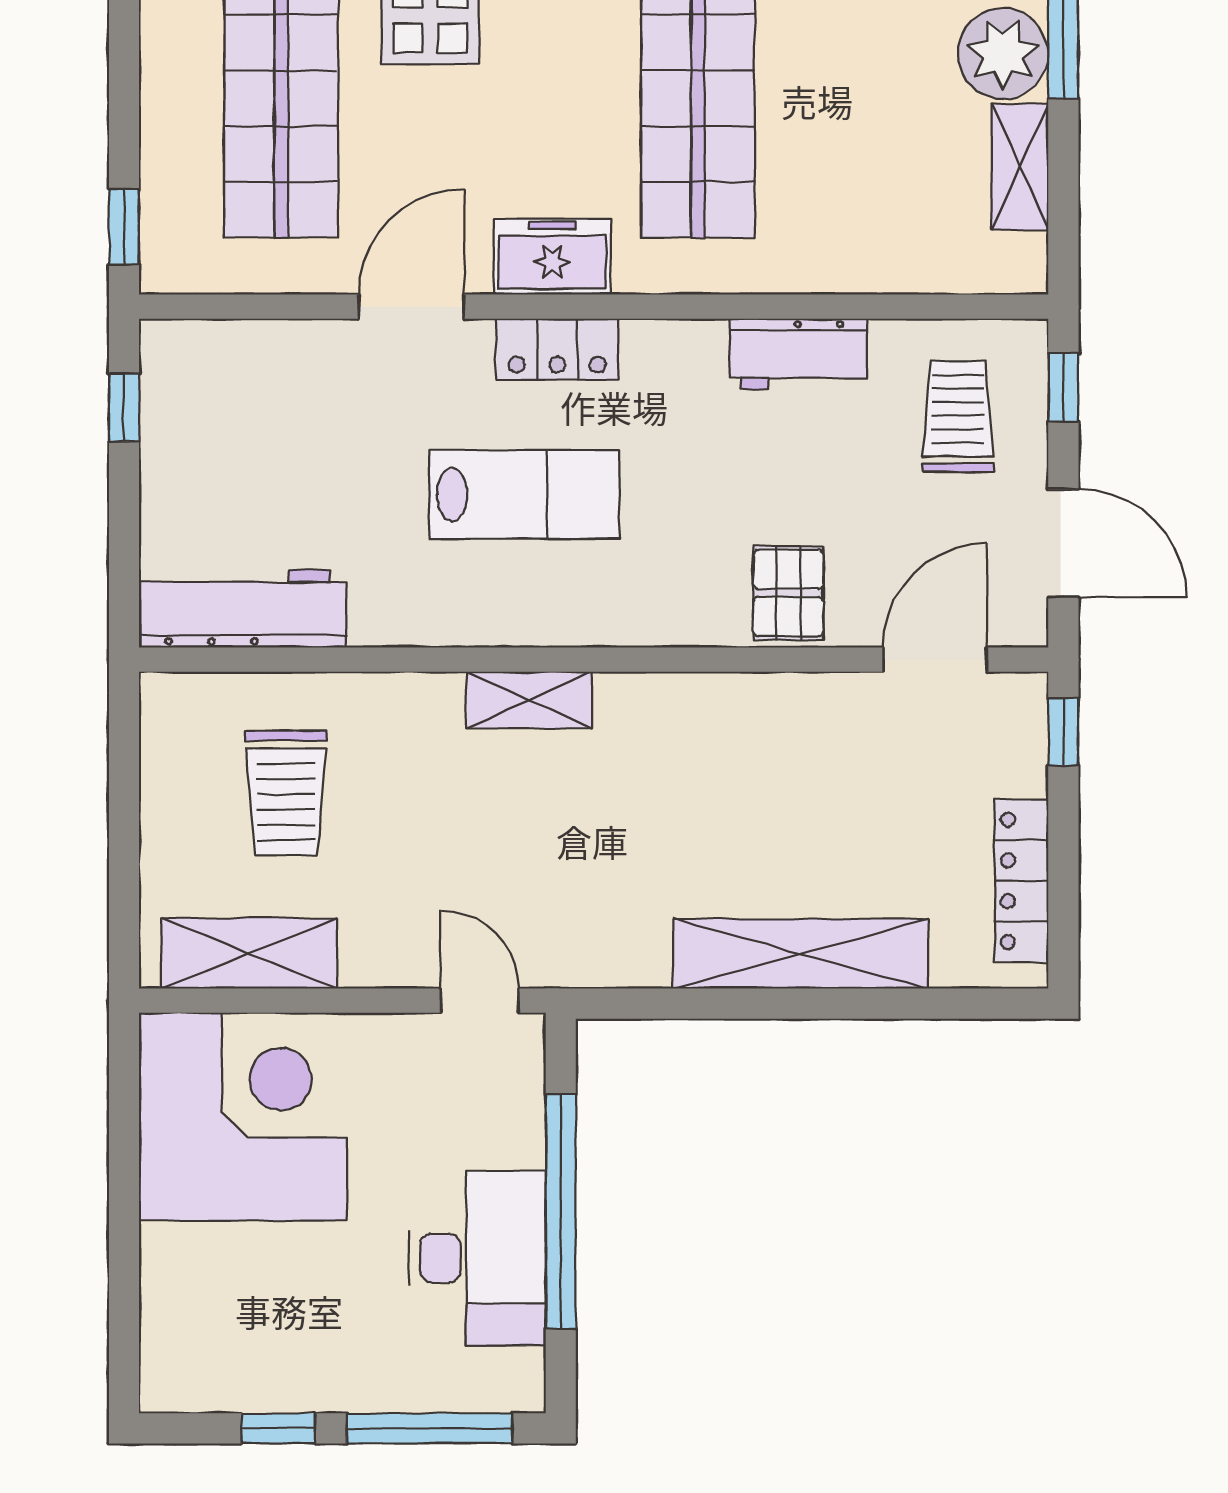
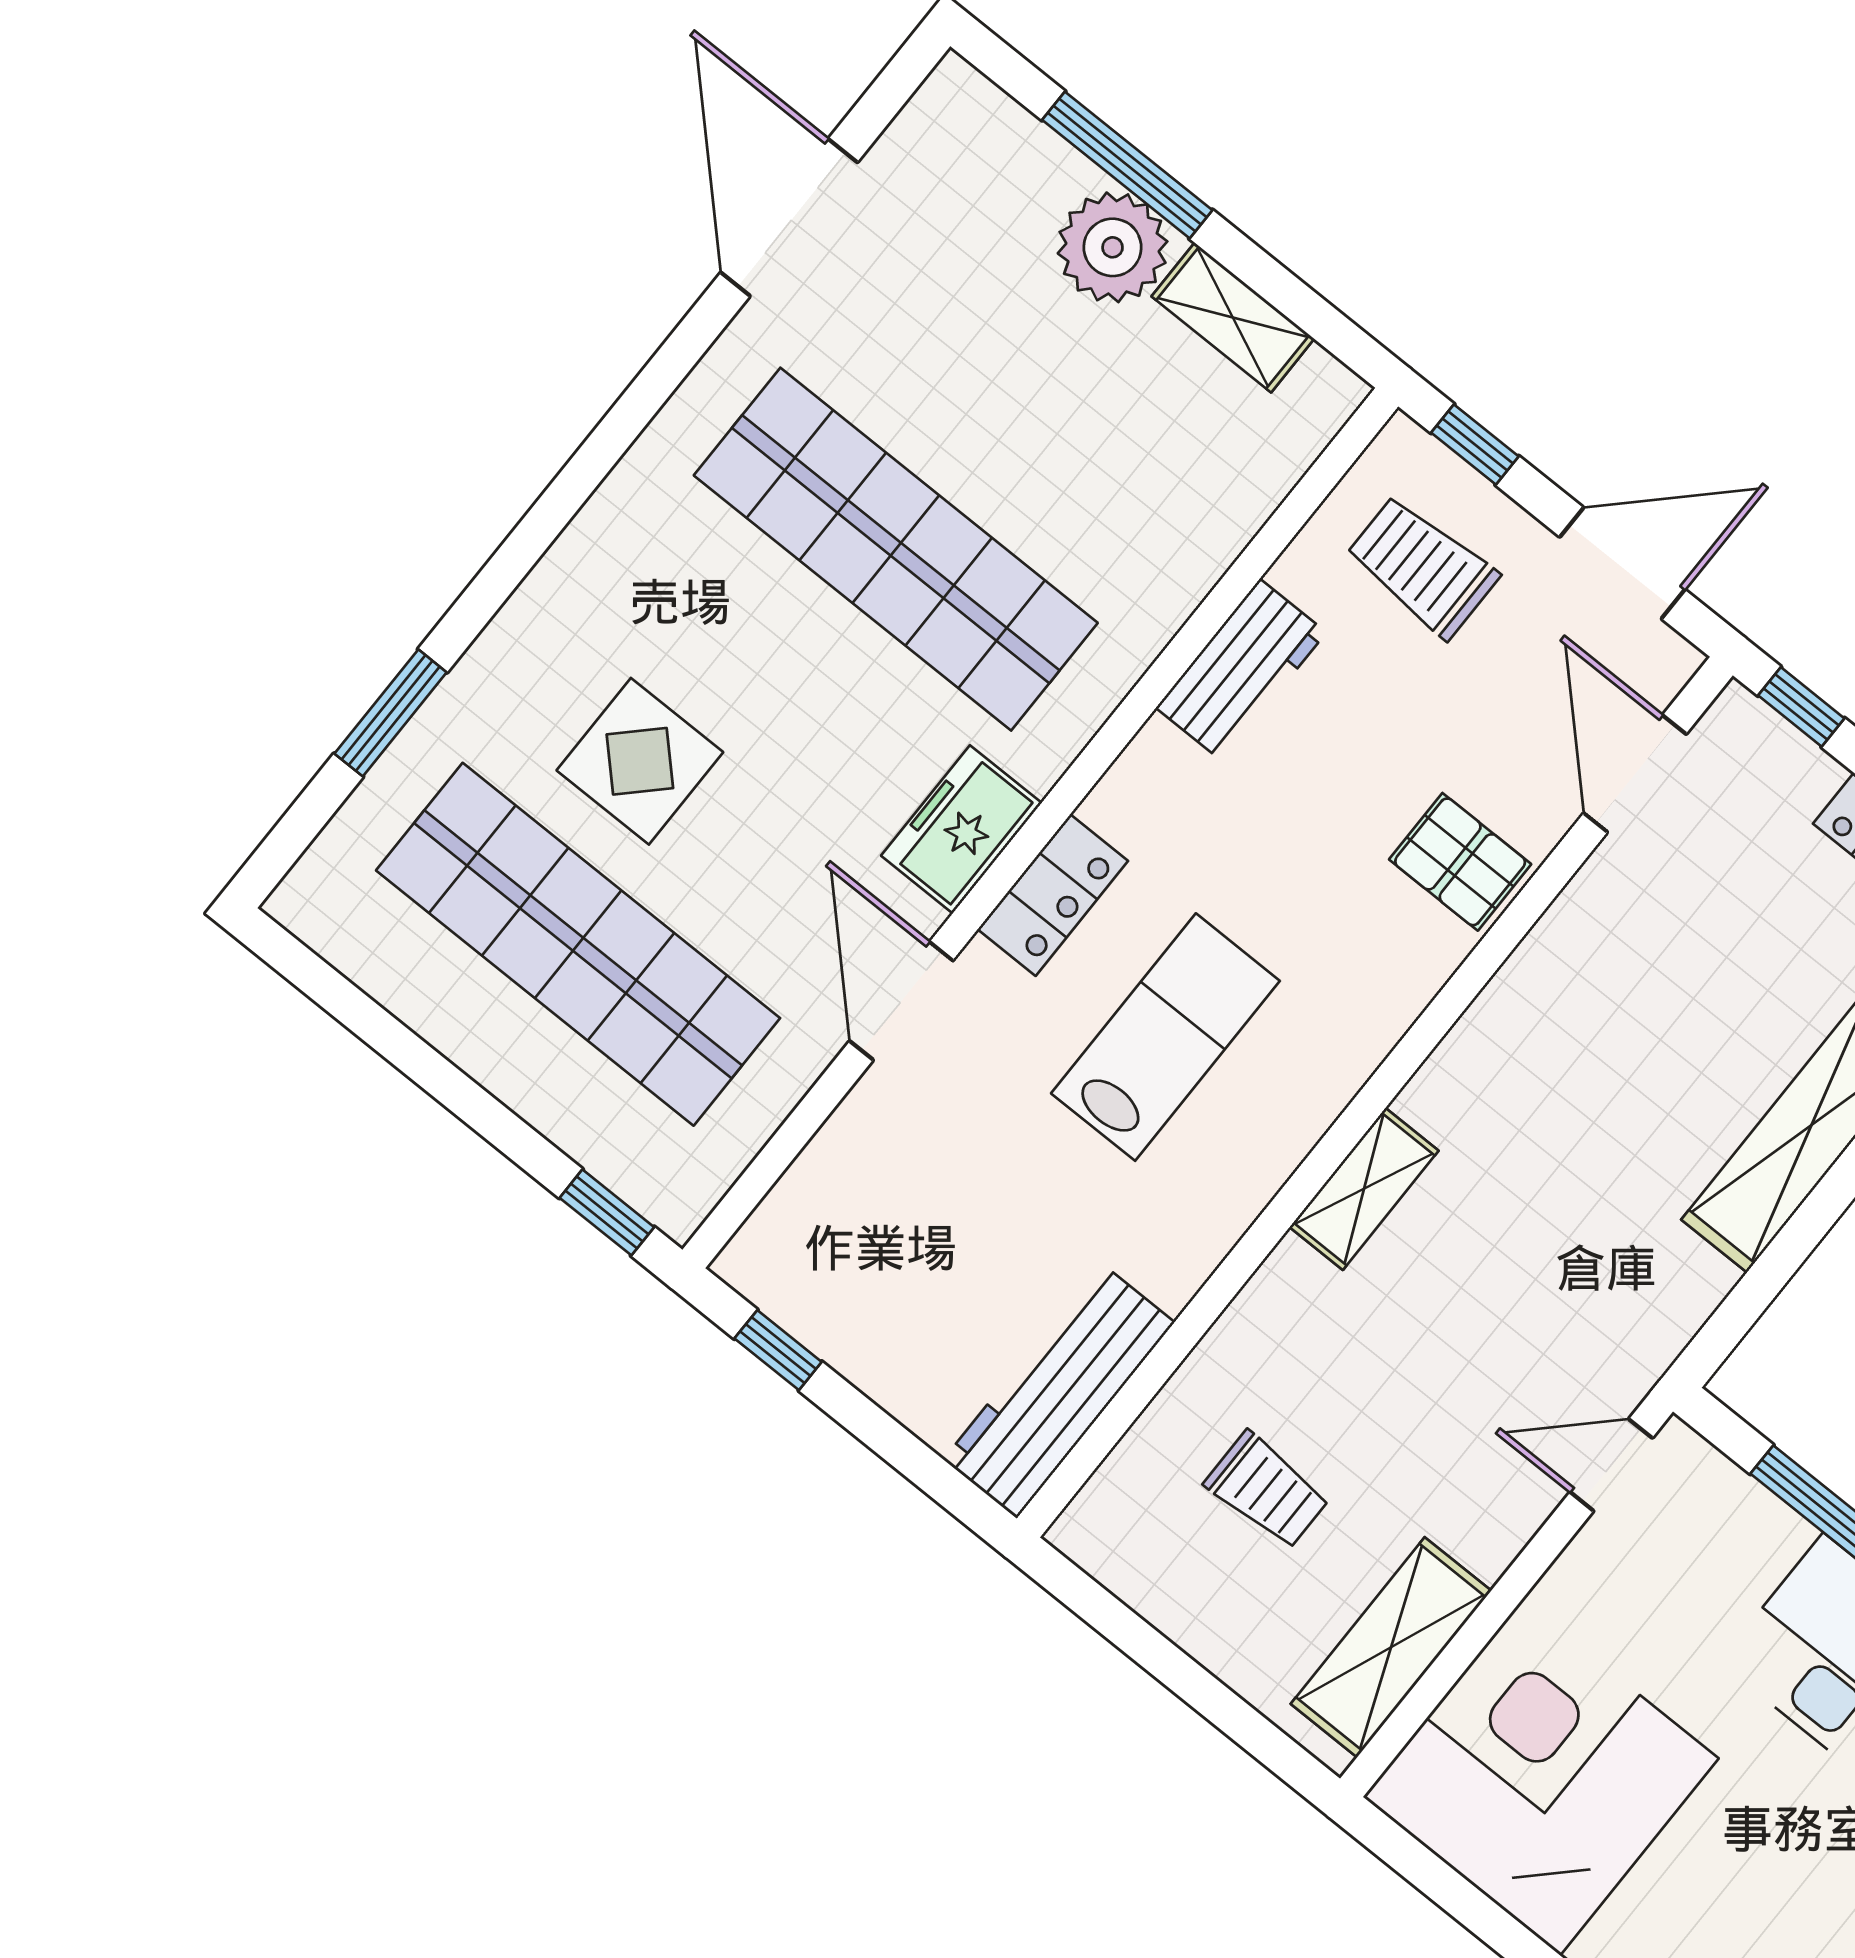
trolley: (286, 793) -> (1267, 1490), width x0.73, depth x0.72

